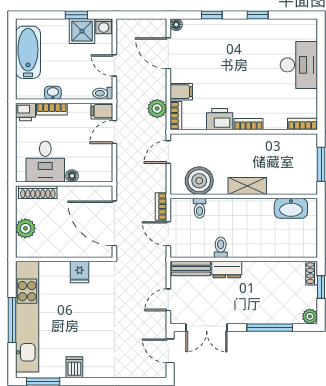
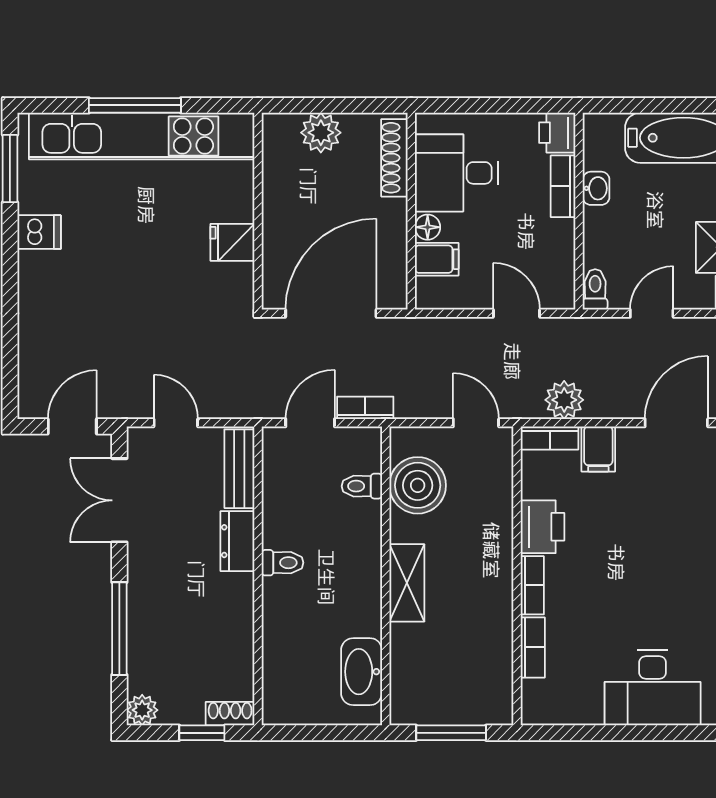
filing cabinet: (102, 111) -> (437, 259), moved, turned 90
bookcase: (303, 124) -> (533, 647), moved
toilet: (221, 247) -> (283, 563), moved

